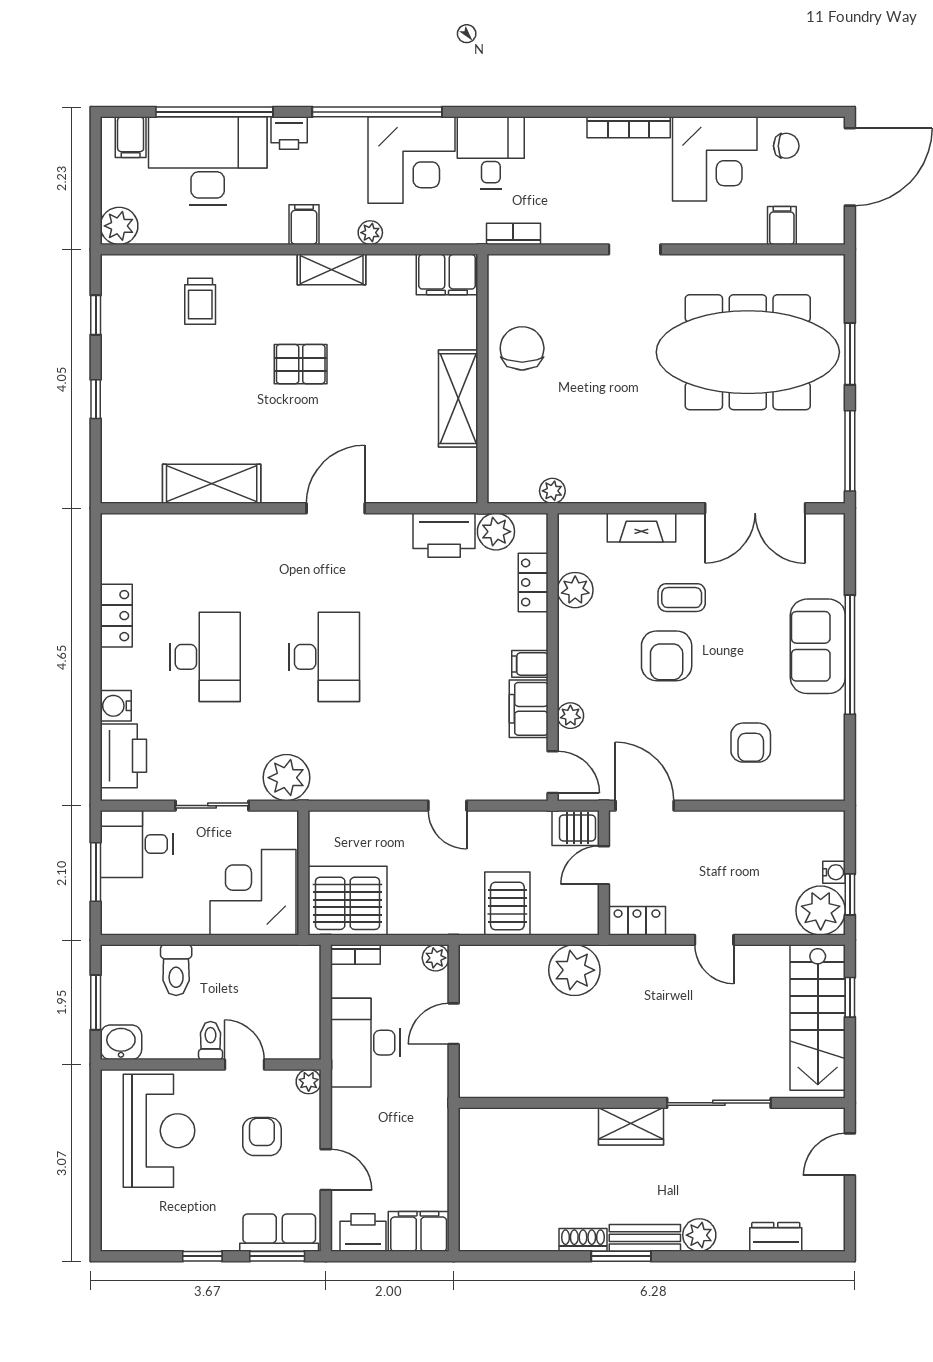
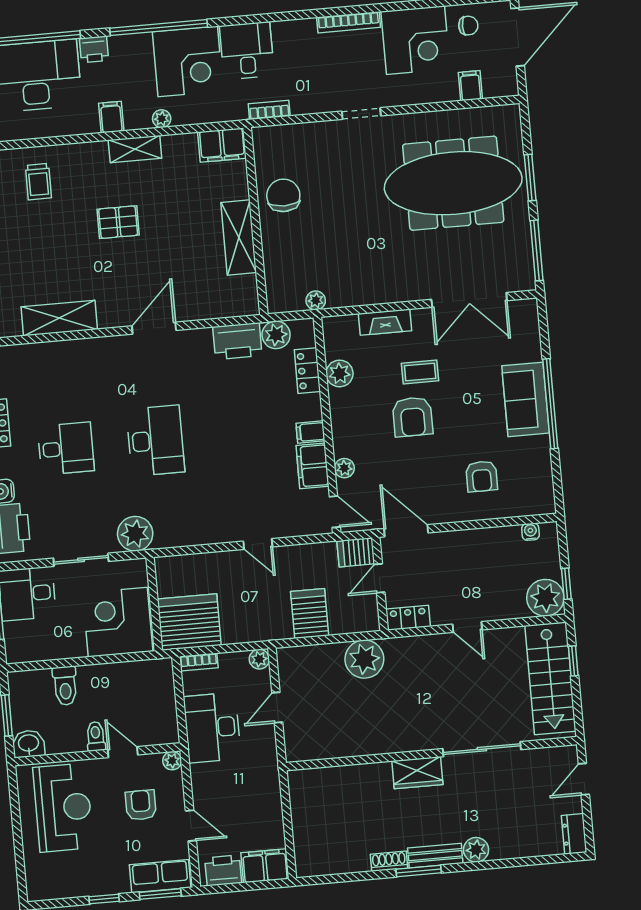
desk: (205, 657) -> (66, 449), width x0.73
water cooler: (834, 872) -> (530, 532), moved, turned -90
dresser: (776, 1237) -> (574, 834), moved, turned -90

